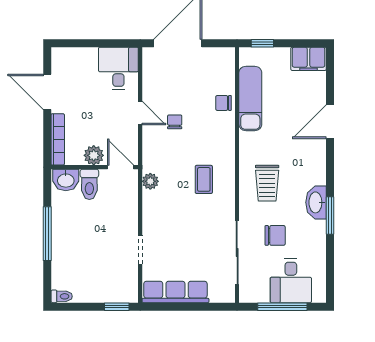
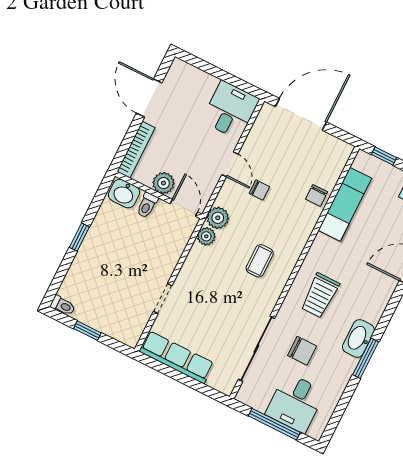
chair: (224, 103) -> (317, 195), turned -90
chair: (175, 122) -> (259, 190), turned 90
plant: (152, 162) -> (218, 218), added
toilet: (89, 184) -> (147, 205), width x0.73, depth x0.72
window: (47, 234) -> (79, 237), width x0.46
window: (117, 307) -> (87, 331), moved

